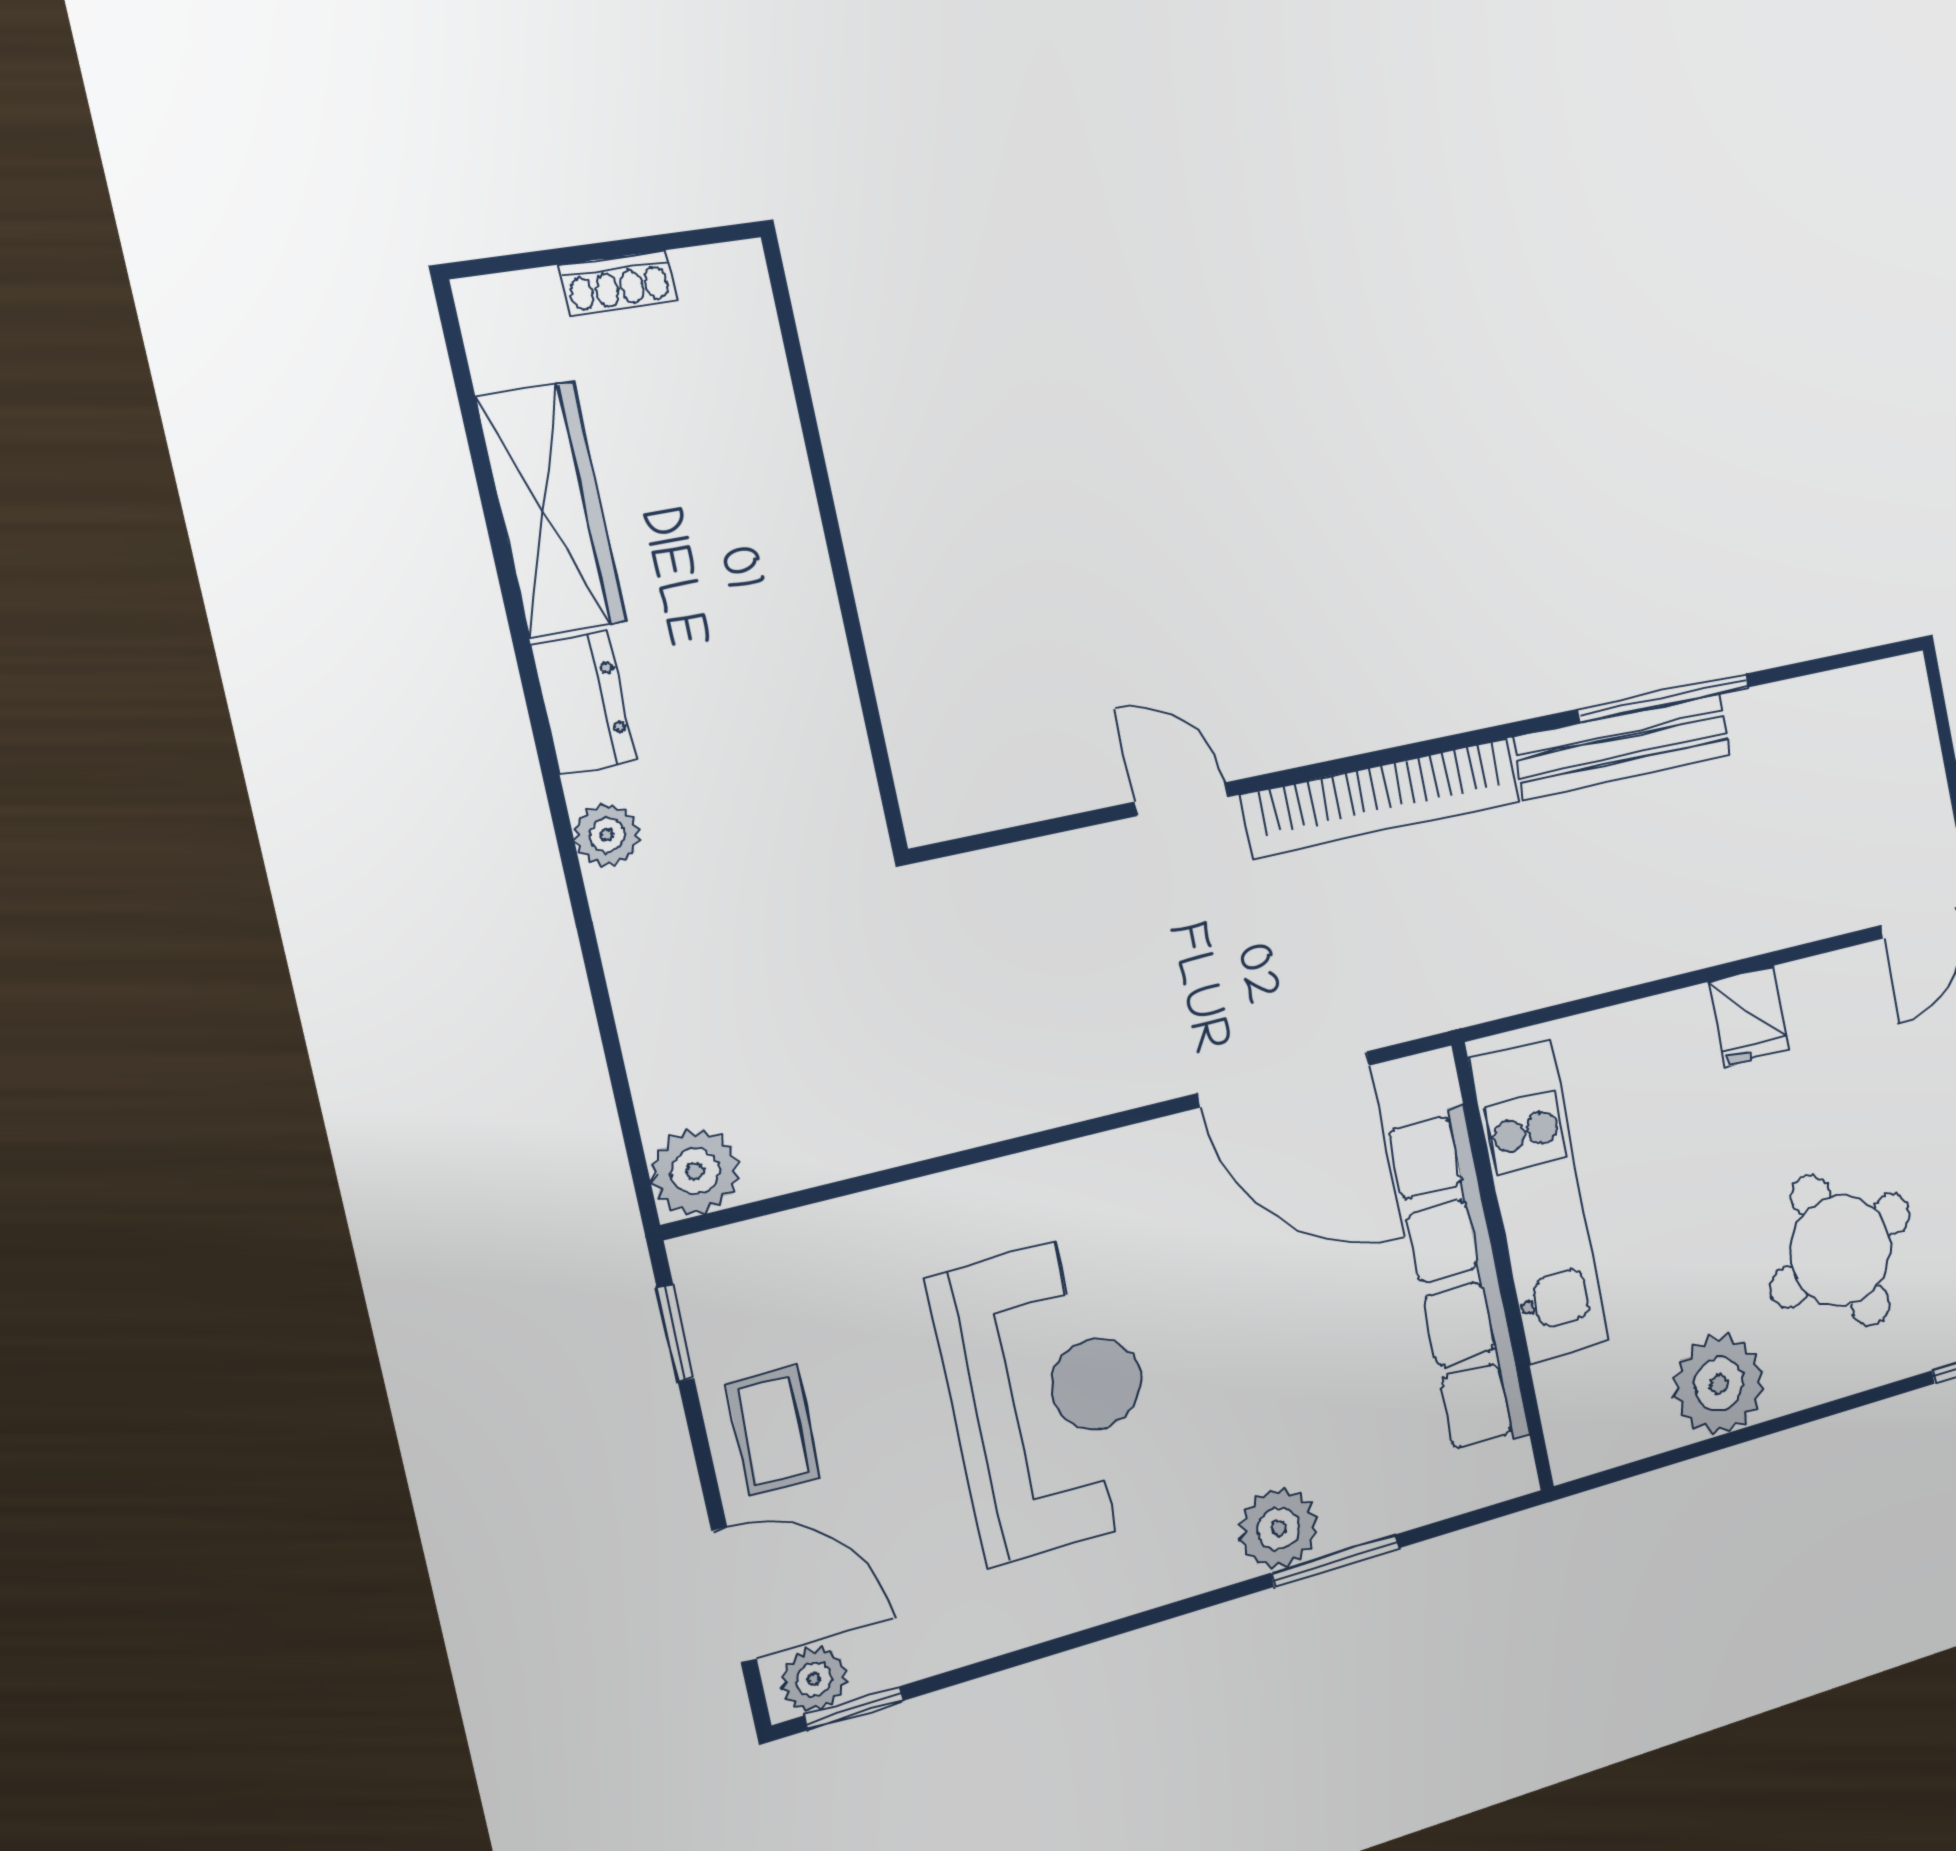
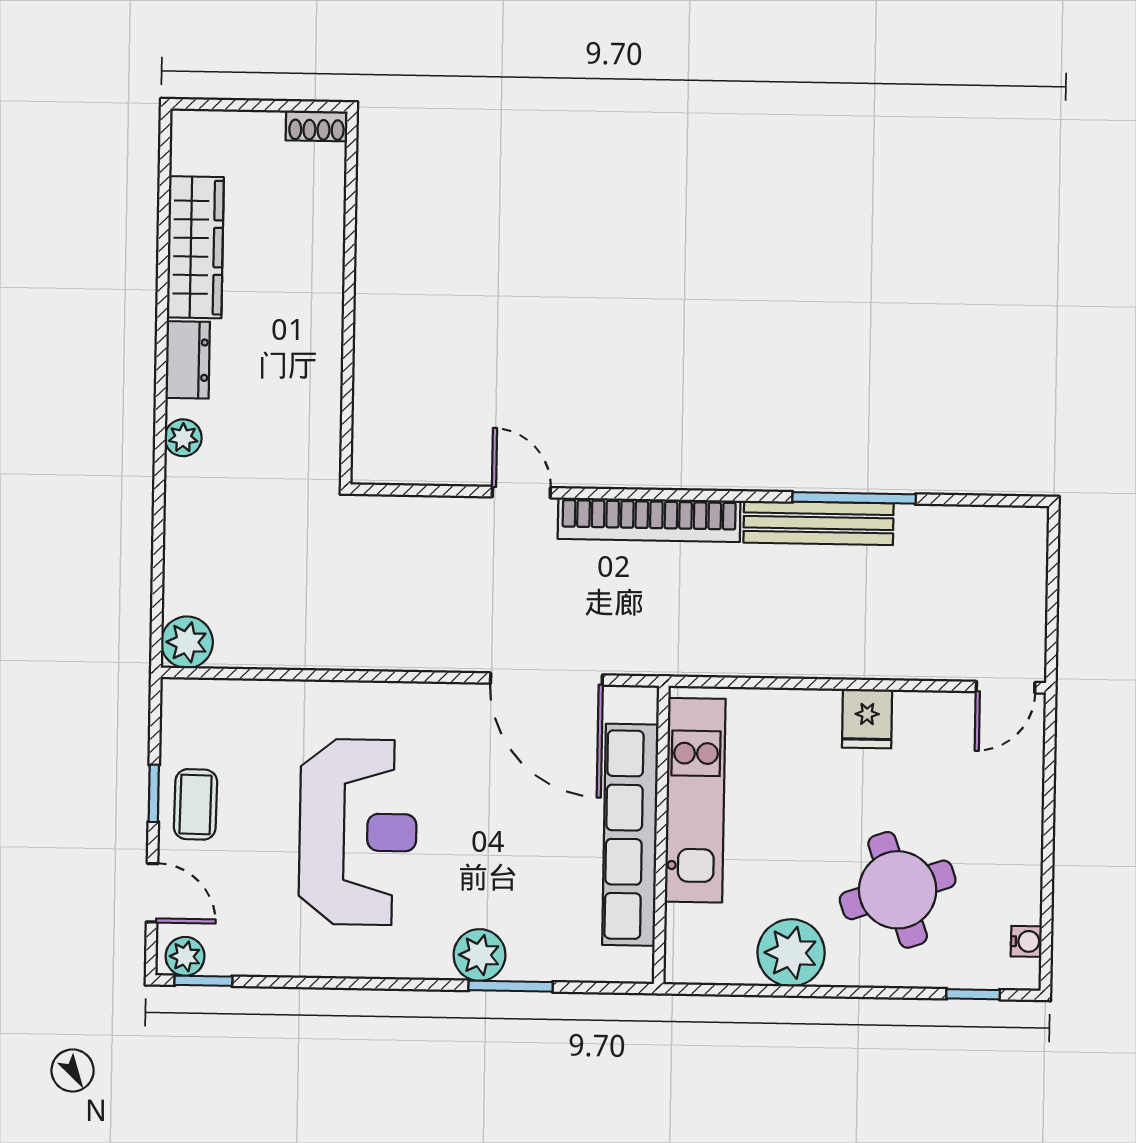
shoe rack: (618, 283) -> (317, 126), moved
window: (676, 1333) -> (154, 793), moved
door: (734, 1595) -> (152, 893), width x0.73

